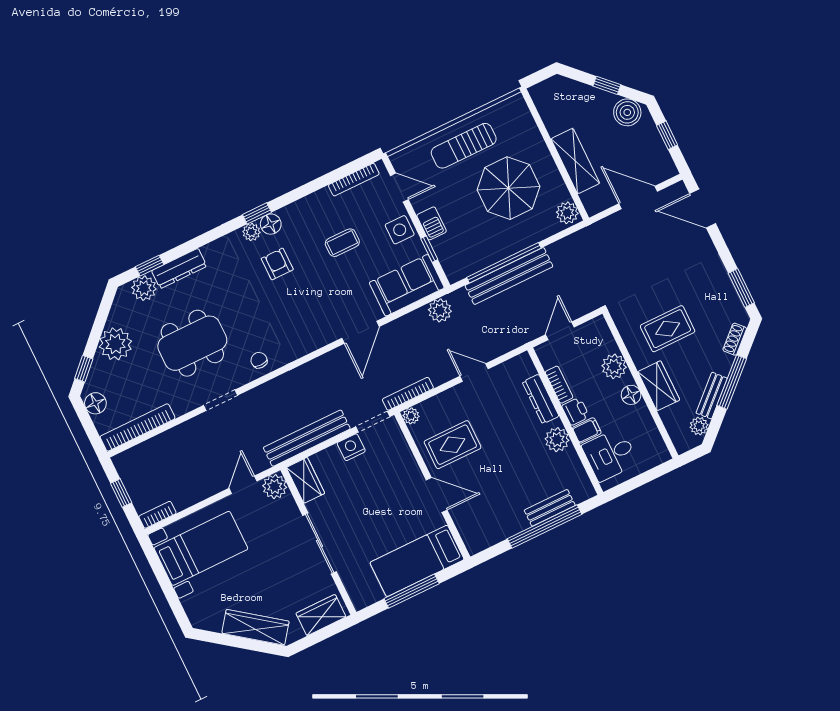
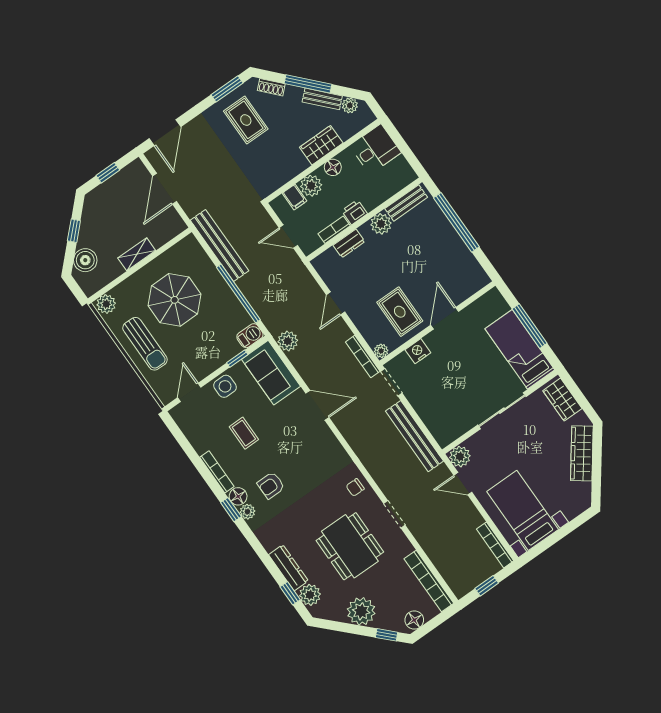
boiler: (627, 112) -> (85, 260), moved
shelving: (575, 161) -> (137, 254), width x0.67, depth x0.75
bookcase: (354, 180) -> (217, 472), moved
plant: (567, 213) -> (106, 304), moved
barbecue: (432, 223) -> (250, 336), moved
bench: (509, 276) -> (219, 245), moved
rug: (668, 329) -> (246, 120), moved
dresser: (541, 399) -> (349, 243), width x0.70
filing cabinet: (587, 430) -> (294, 197), moved, turned 180
nightstand: (351, 447) -> (418, 351), moved, turned 90
desk: (610, 454) -> (375, 149), moved, turned -90
wardrobe: (306, 480) -> (450, 431), removed
bench: (550, 508) -> (406, 203), moved, turned 90
bookcase: (157, 515) -> (495, 545), width x1.56
bed: (417, 561) -> (520, 349), moved, turned 180

